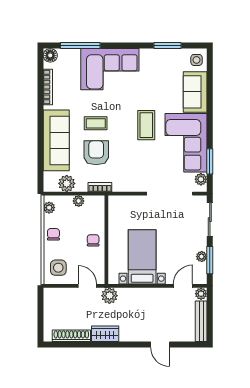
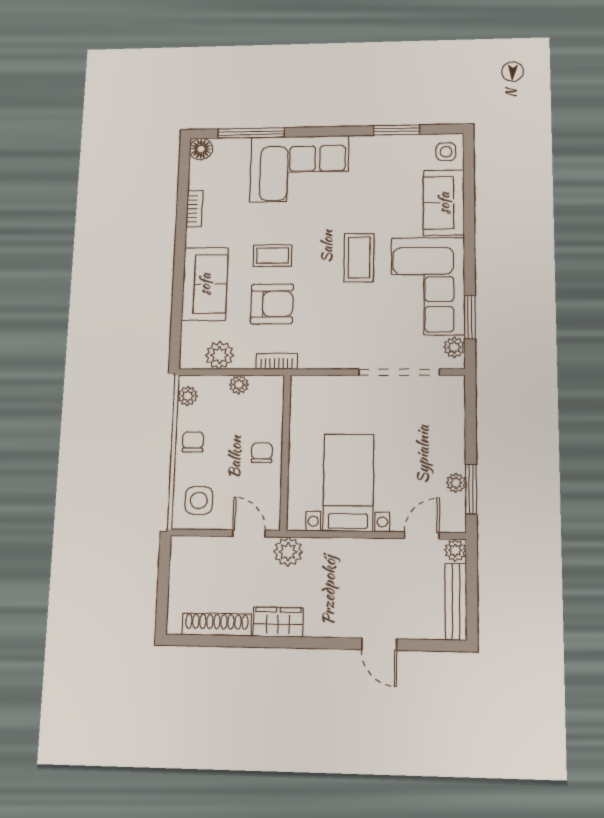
bookcase: (48, 87) -> (194, 209), width x0.64
sofa: (56, 140) -> (205, 284), width x0.73
armchair: (96, 153) -> (272, 304), turned 90
sliding door: (210, 220) -> (471, 417), removed

